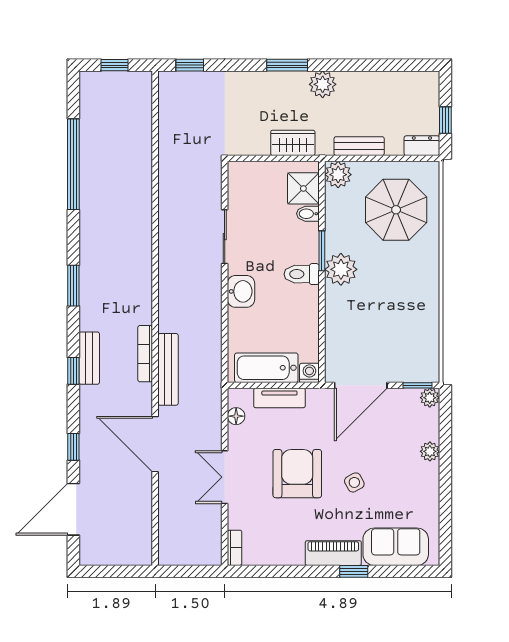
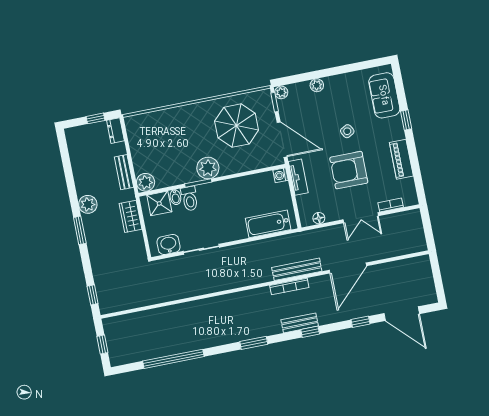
parasol: (396, 210) -> (237, 126), moved
toilet: (302, 274) -> (190, 199), moved
washbasin: (241, 291) -> (169, 245), moved
bathtub: (266, 368) -> (268, 224), moved, turned 90
tv unit: (279, 398) -> (298, 177), moved
bookcase: (235, 548) -> (391, 205), moved
piano: (333, 553) -> (401, 159), moved

